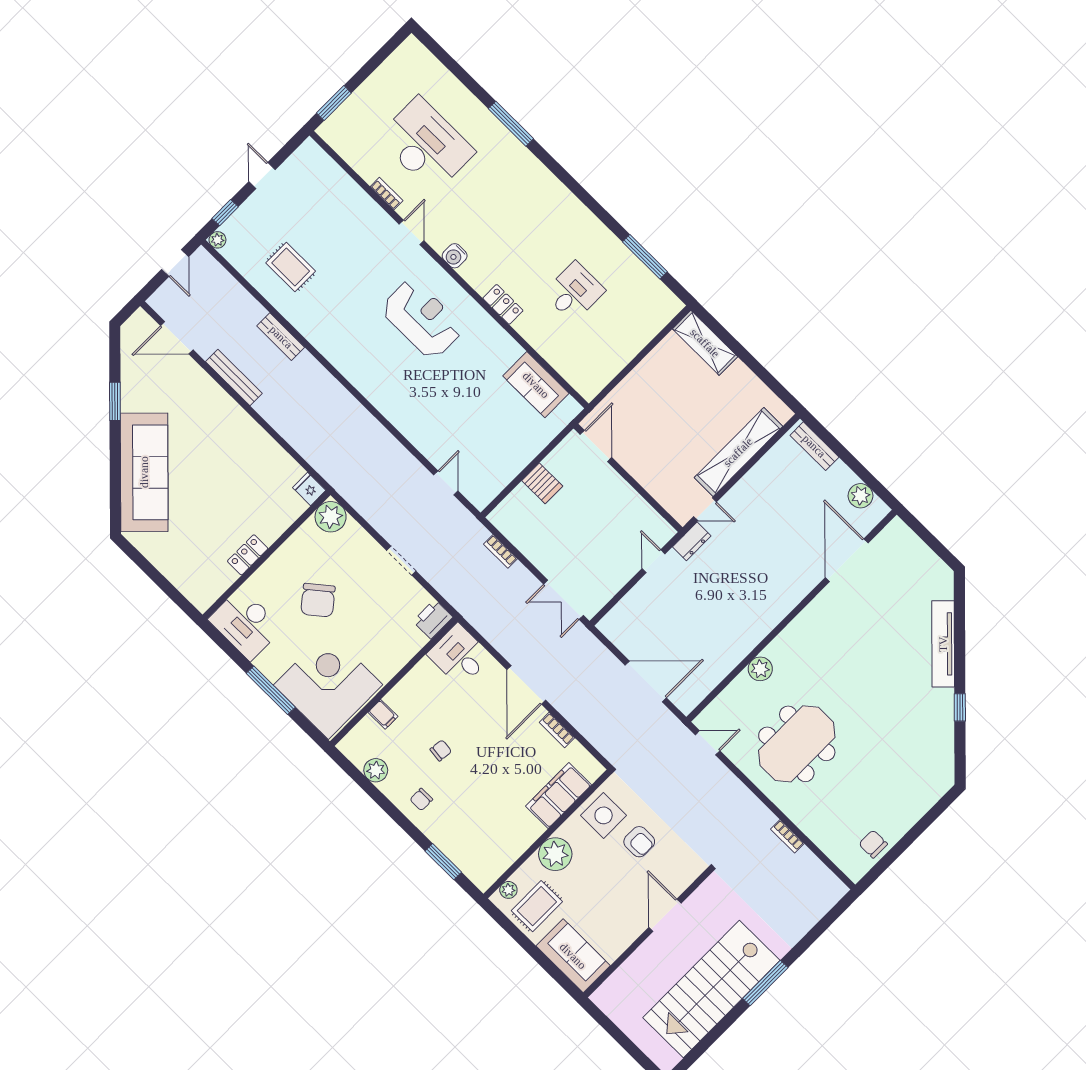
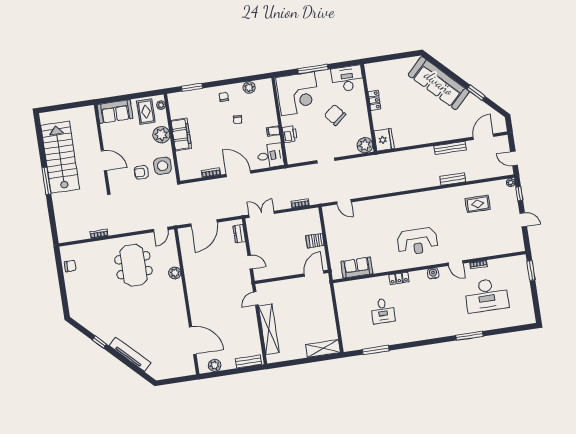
door: (596, 446) -> (314, 273), swing flipped
fridge: (309, 489) -> (384, 140), width x1.88, depth x1.34
dresser: (692, 541) -> (239, 234), moved
printer: (433, 619) -> (290, 134), moved
filing cabinet: (383, 714) -> (273, 131), moved
filing cabinet: (558, 796) -> (181, 134), moved

